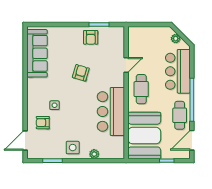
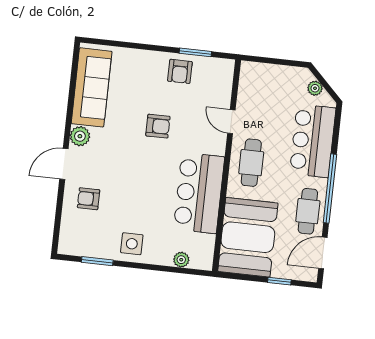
door: (126, 65) -> (231, 122), swing flipped
armchair: (81, 73) -> (158, 126), turned 74
plant: (33, 84) -> (80, 136), added
side table: (55, 105) -> (110, 173), removed
door: (25, 140) -> (64, 164), moved
plant: (94, 154) -> (181, 260), moved

